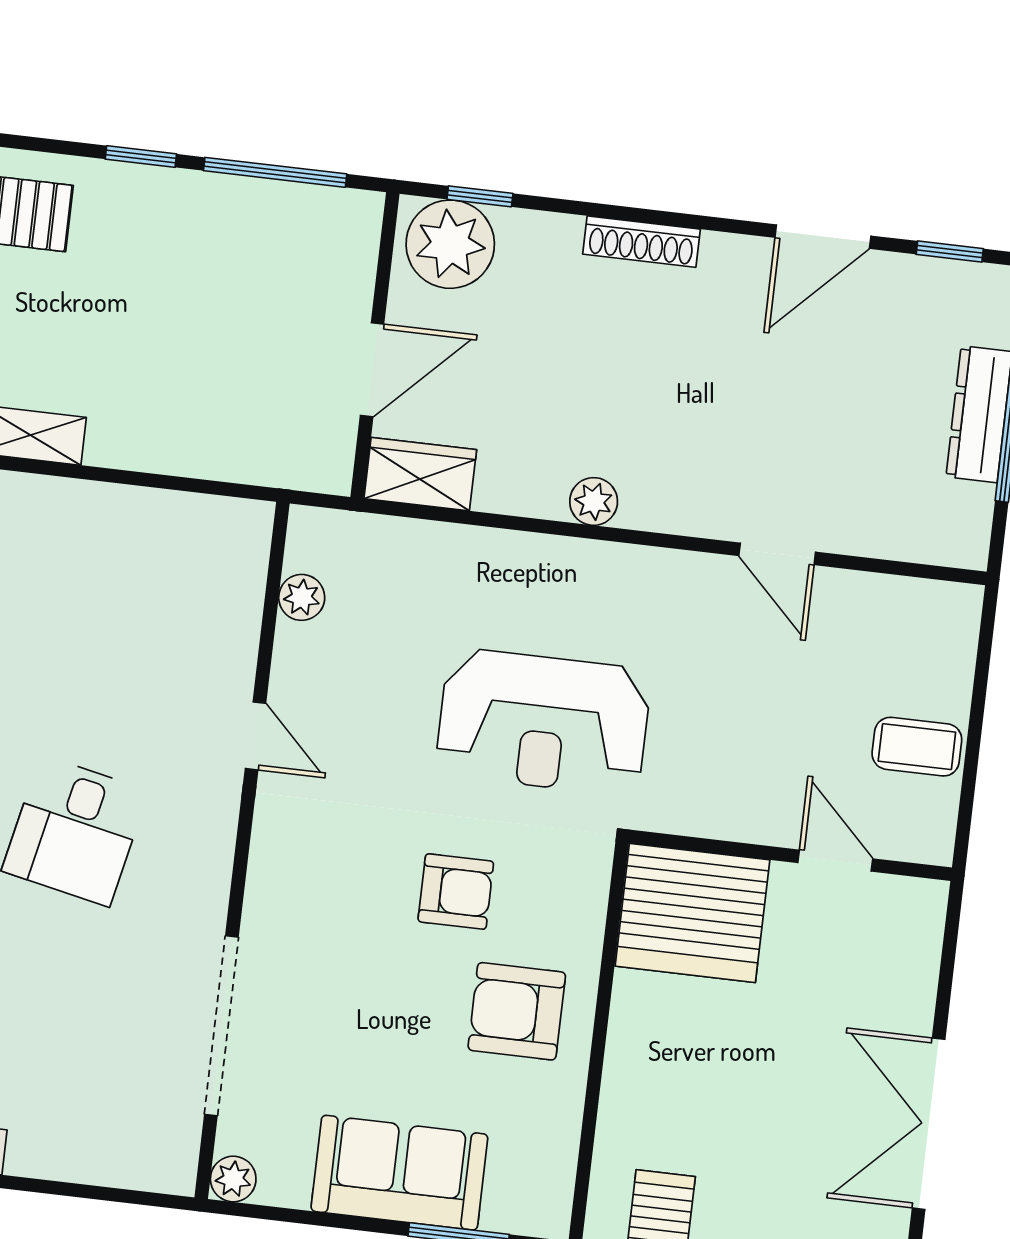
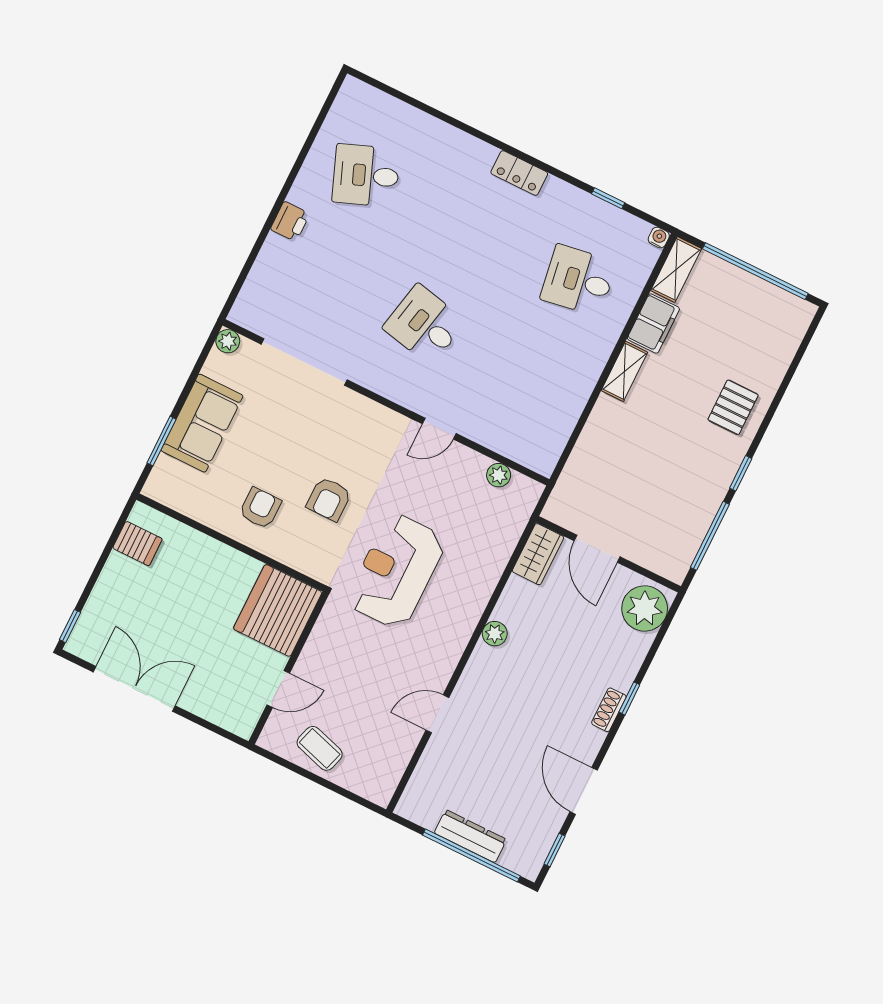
window: (480, 196) -> (629, 698), moved
shoe rack: (641, 242) -> (609, 710), width x0.70
coffee table: (917, 747) -> (320, 748), turned -73
armchair: (517, 1011) -> (260, 508), width x0.72, depth x0.72

